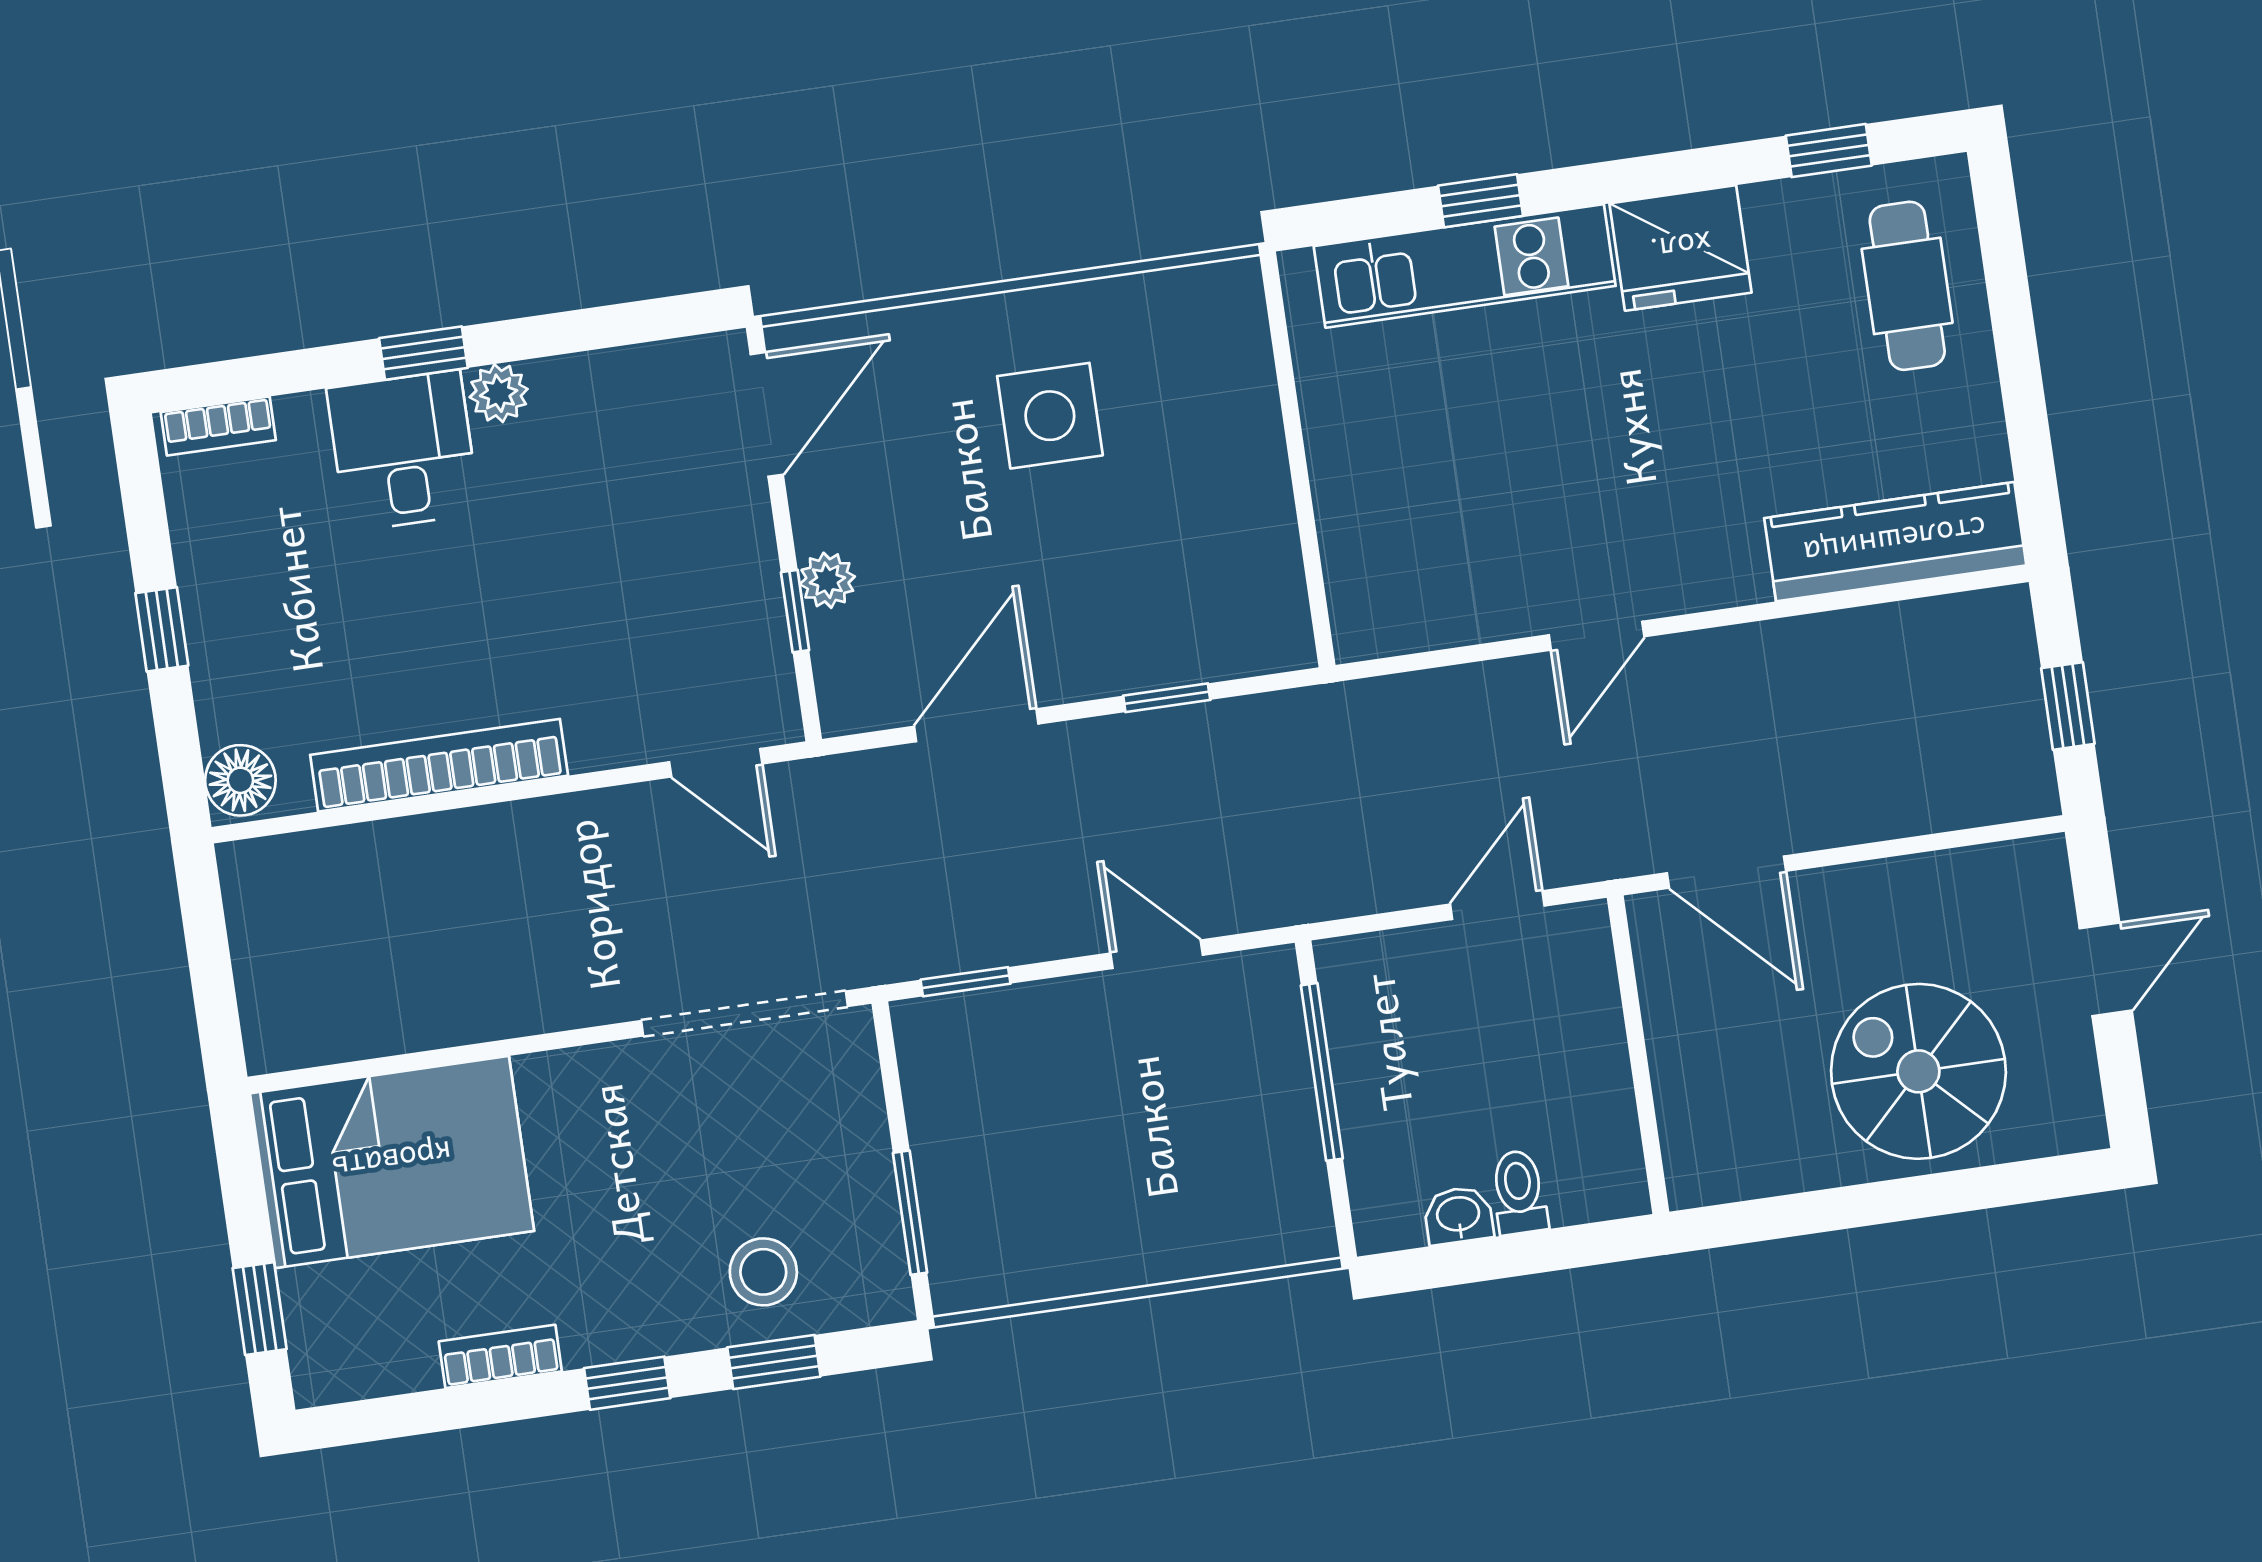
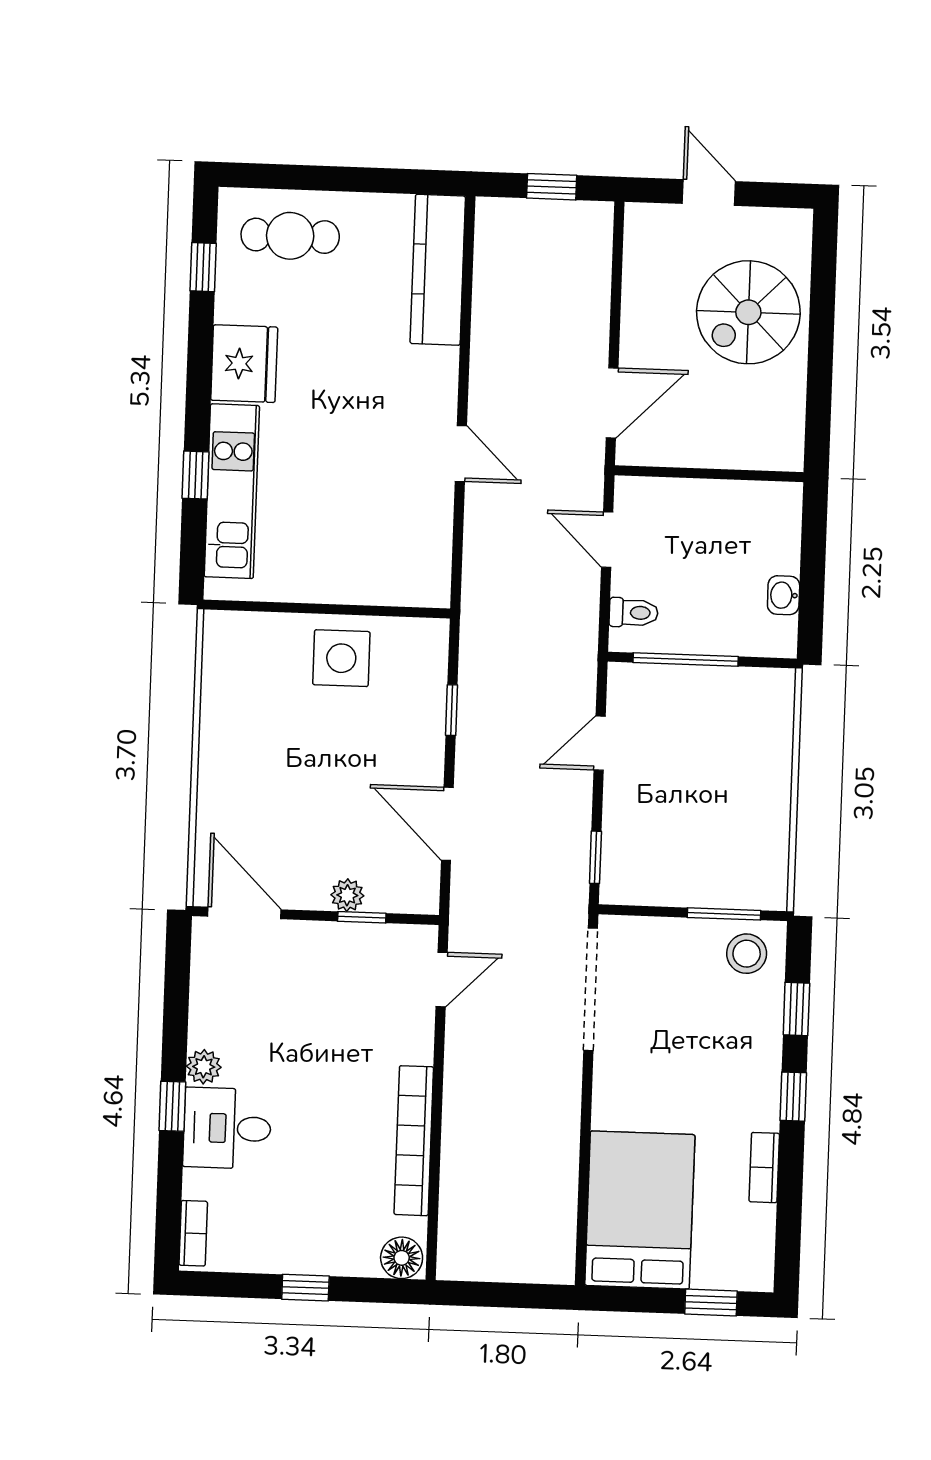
side table: (1050, 416) -> (341, 658), moved
toilet: (1519, 1192) -> (633, 613), moved, turned 180
stool: (763, 1272) -> (747, 954), moved

